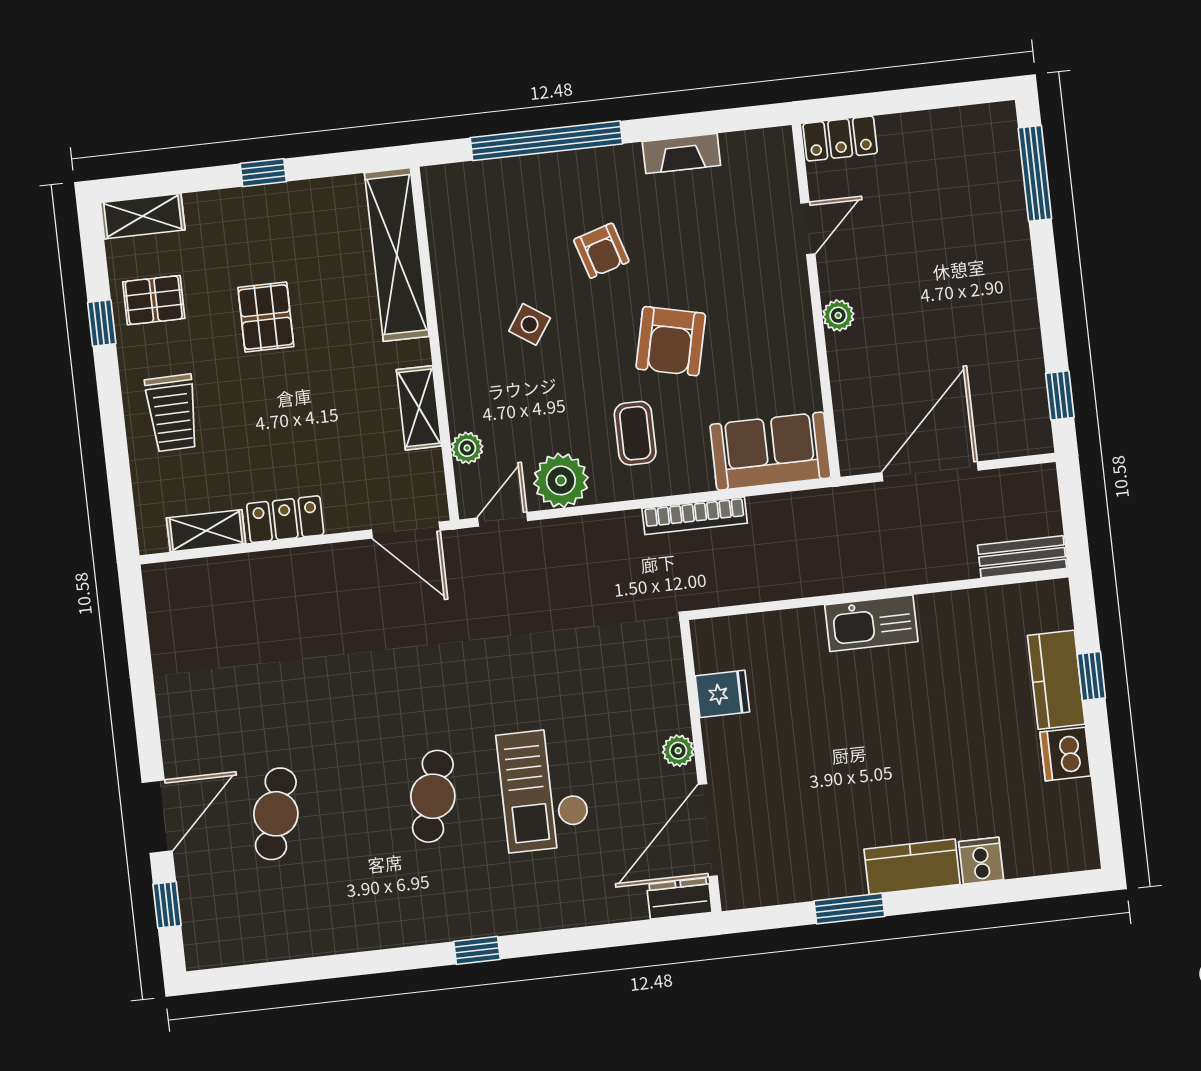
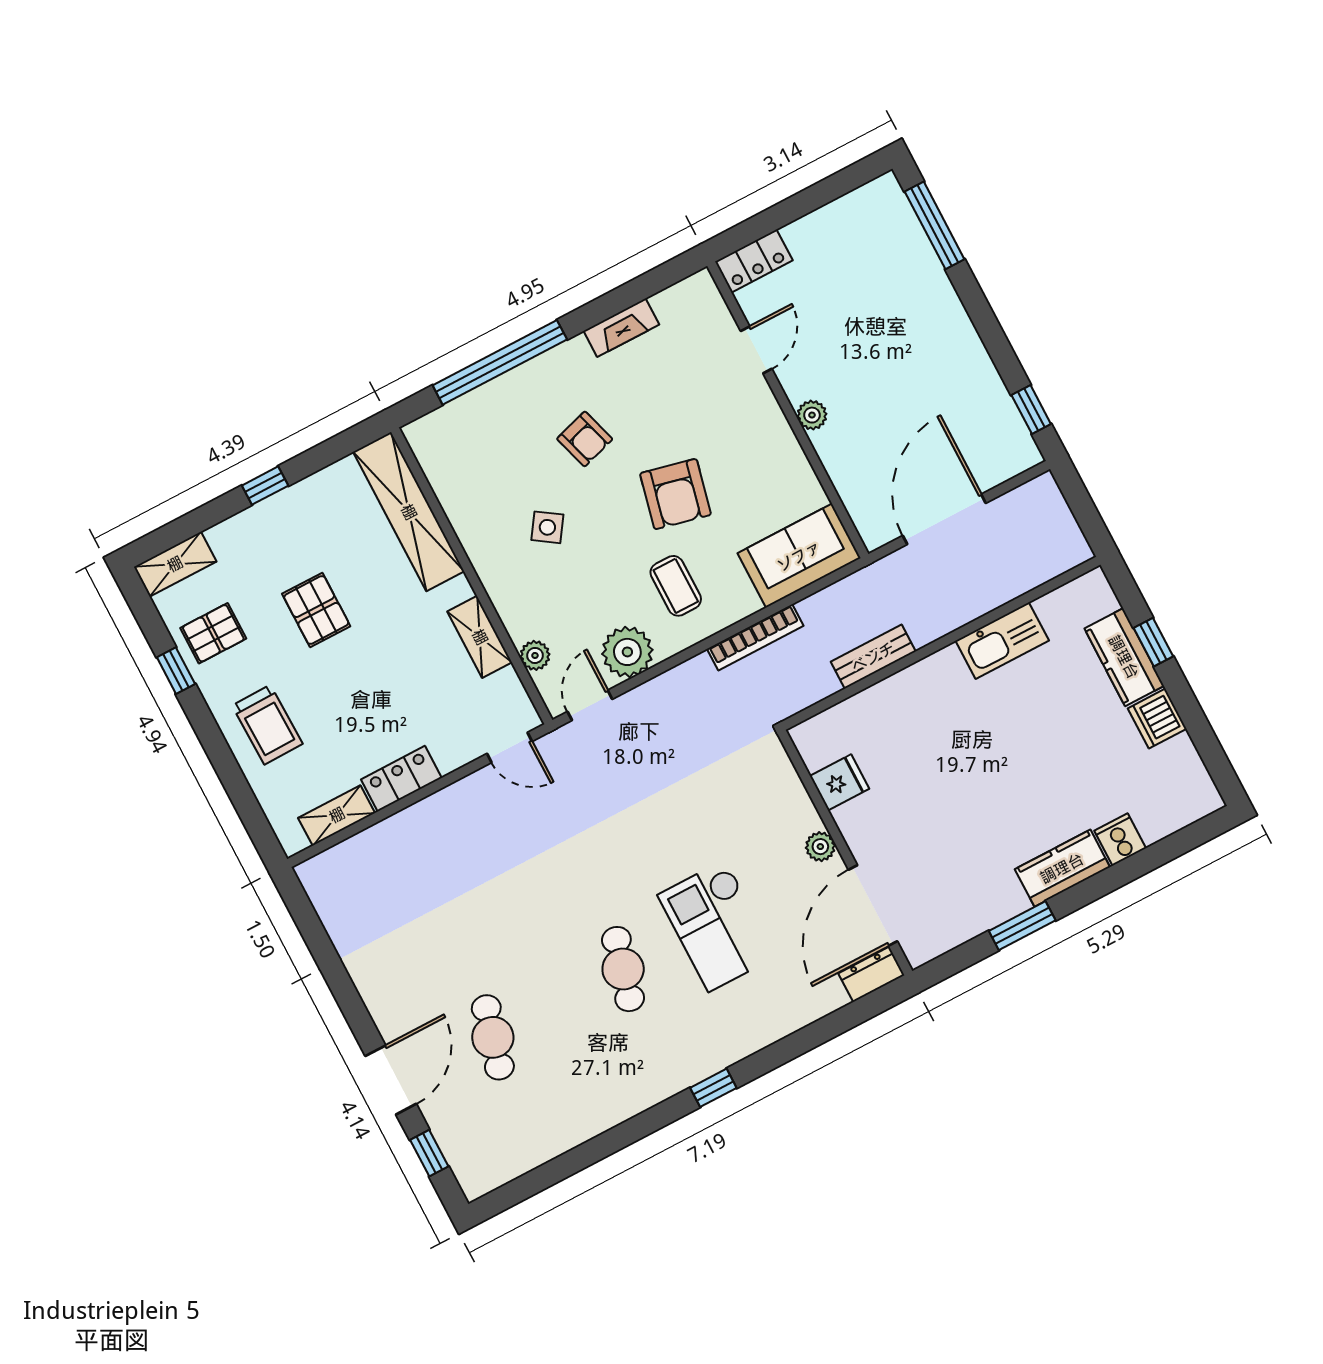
door: (406, 530) -> (510, 748), width x0.73
bench: (1022, 557) -> (873, 657), moved
kitchen sink: (871, 623) -> (1002, 641), moved

